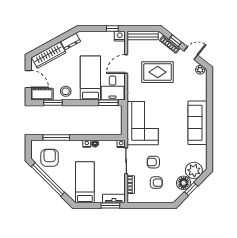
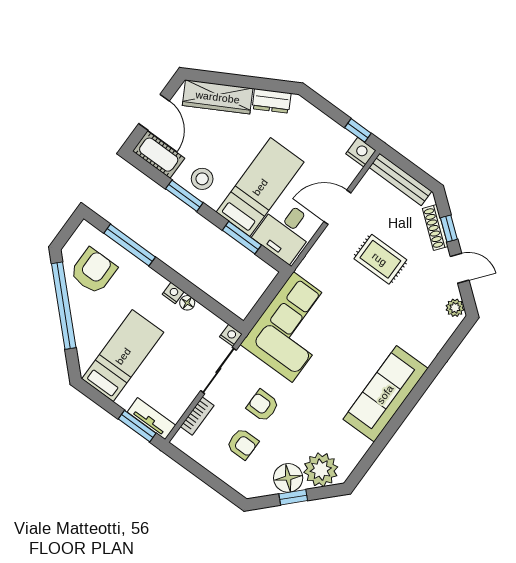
rug: (158, 72) -> (380, 259), width x0.73, depth x0.70
window: (53, 103) -> (184, 196), moved
window: (108, 103) -> (242, 238), moved

